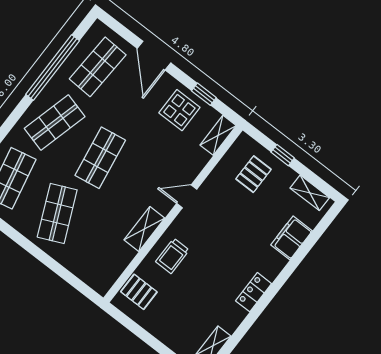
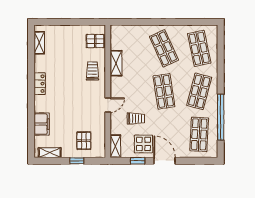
door: (154, 56) -> (165, 161), moved
trolley: (164, 151) -> (136, 118), added
shelving: (144, 229) -> (116, 63), moved

